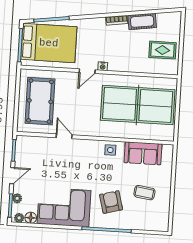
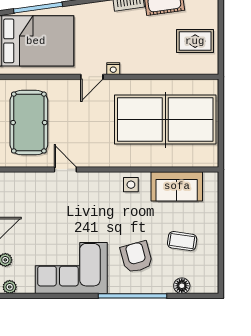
floor lamp: (31, 218) -> (182, 286), moved

